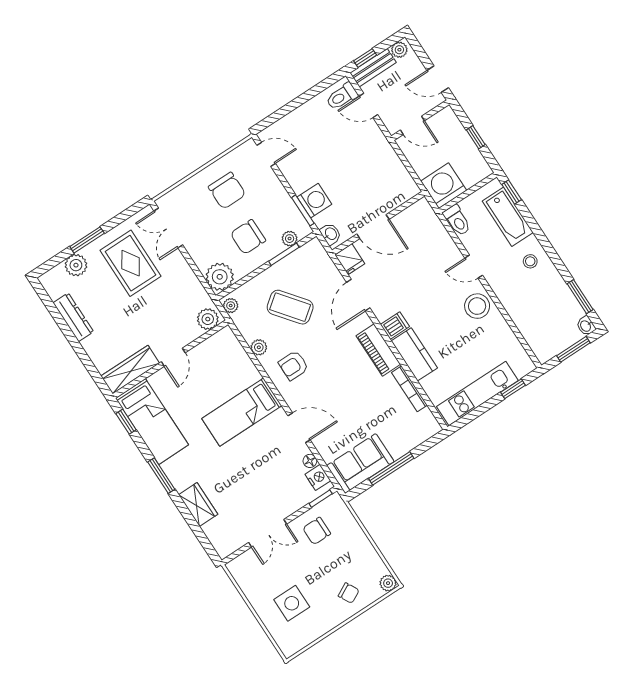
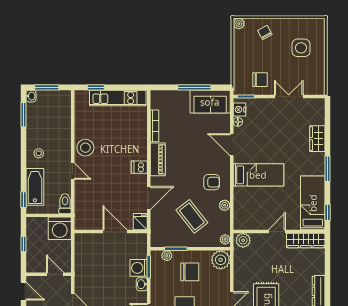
washbasin: (331, 234) -> (142, 284), moved
kitchen counter: (414, 354) -> (139, 144), removed

